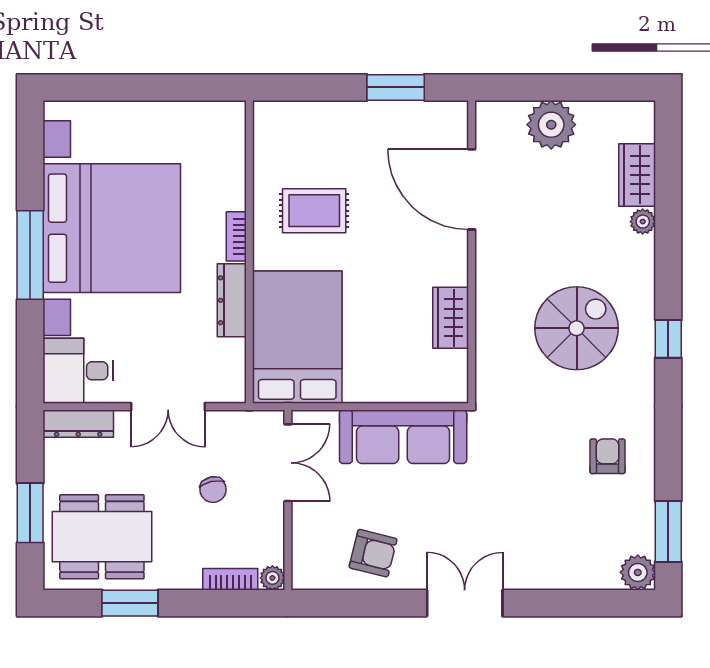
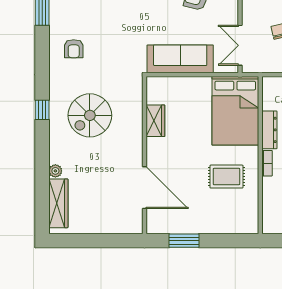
plant: (551, 125) -> (103, 221), removed
wardrobe: (637, 175) -> (58, 203), width x1.50

